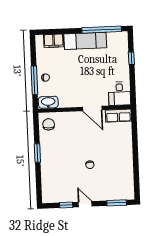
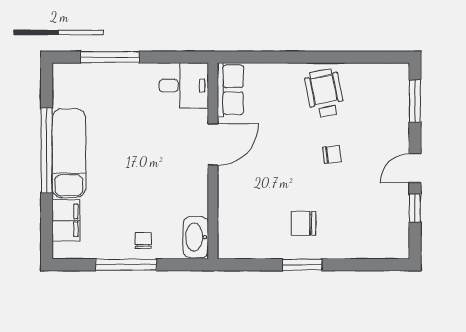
window: (102, 30) -> (47, 150), moved
window: (131, 58) -> (110, 57), width x2.17
window: (34, 80) -> (126, 265), moved
chair: (49, 124) -> (303, 223), moved
wheelchair: (119, 160) -> (324, 93), added

